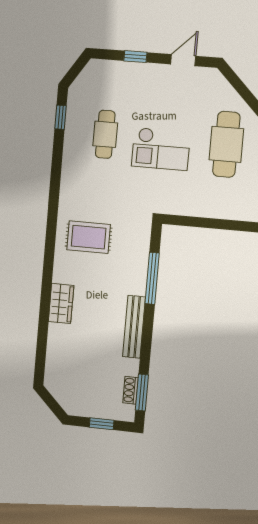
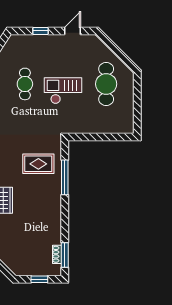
checkout: (161, 149) -> (63, 91), turned 180
rug: (89, 237) -> (38, 164), moved
bench: (134, 327) -> (56, 211), removed

